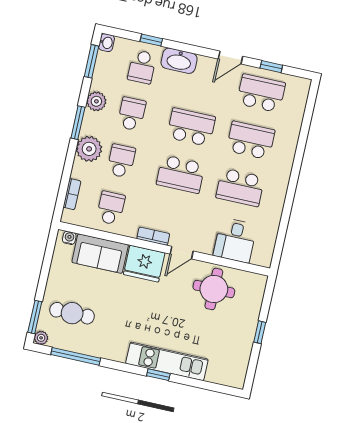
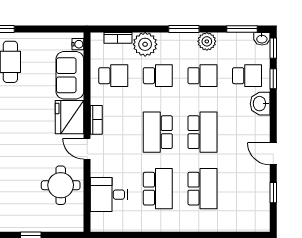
window: (119, 33) -> (273, 48), added
washbasin: (179, 61) -> (260, 104), width x0.72
school desk: (142, 67) -> (247, 76), turned 180
school desk: (261, 93) -> (247, 189), removed
plant: (89, 149) -> (145, 44), moved
school desk: (240, 187) -> (158, 189), turned 180

